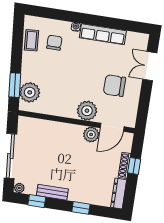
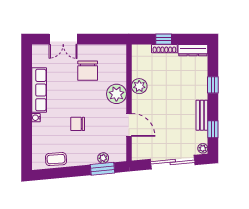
chair: (54, 43) -> (78, 124), moved
plant: (30, 92) -> (103, 158), width x0.53, depth x0.53
door: (112, 127) -> (129, 125), moved

